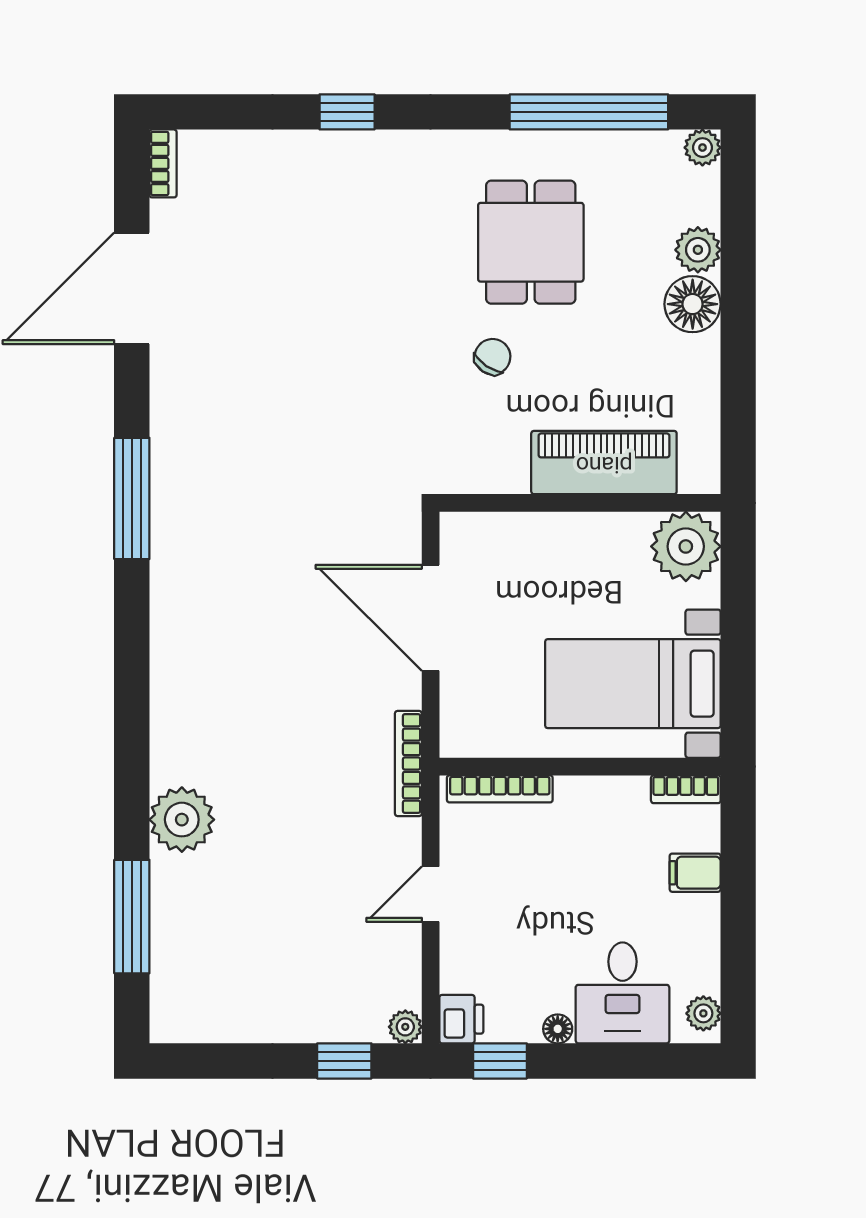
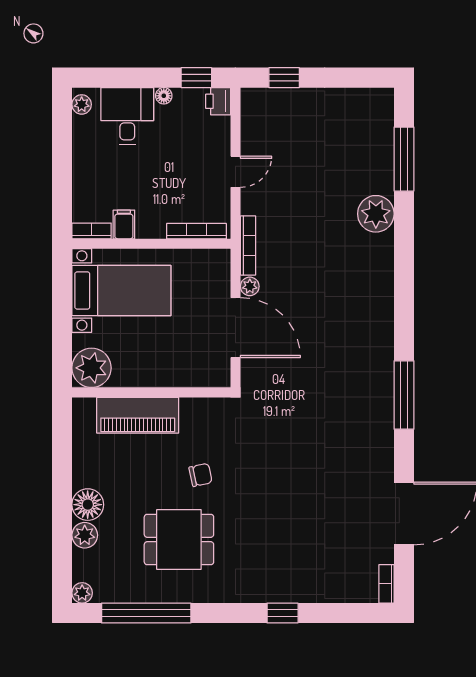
dining table: (531, 242) -> (179, 539), turned 90
chair: (493, 357) -> (201, 475), turned -136
filing cabinet: (695, 873) -> (124, 224), moved, turned -90
plant: (405, 1027) -> (250, 286), moved

